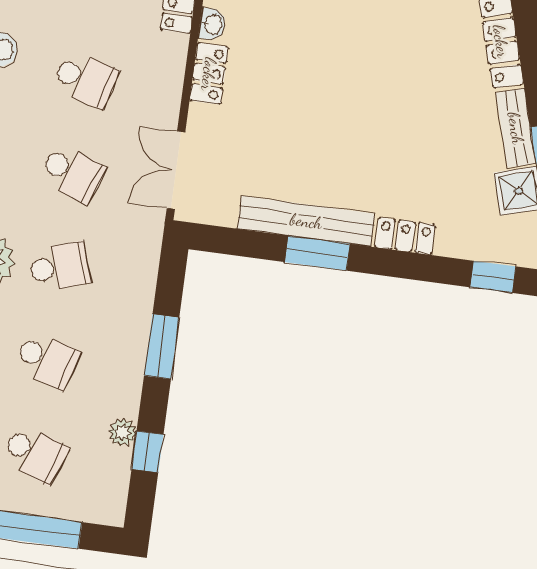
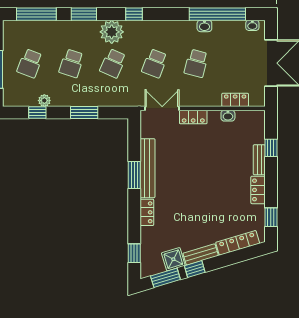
locker: (209, 74) -> (193, 117), moved
school desk: (60, 267) -> (113, 63), turned 42

